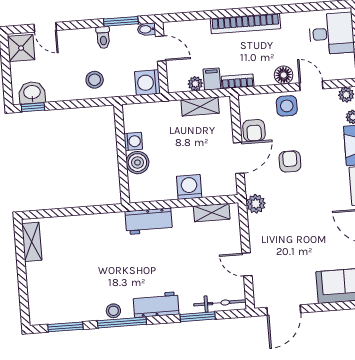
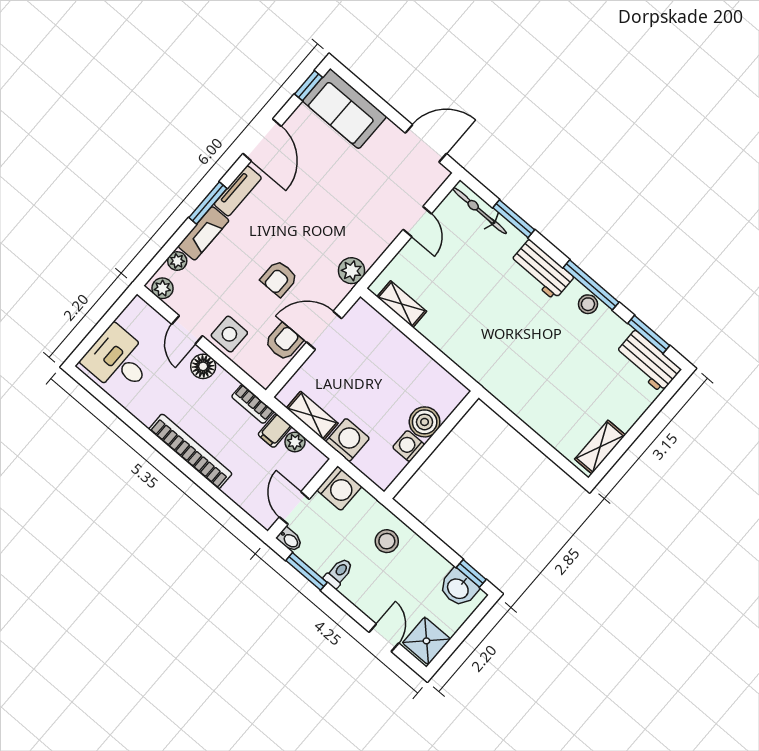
washing machine: (189, 187) -> (348, 440), moved, turned 180
workbench: (149, 221) -> (648, 361), moved, turned 180

